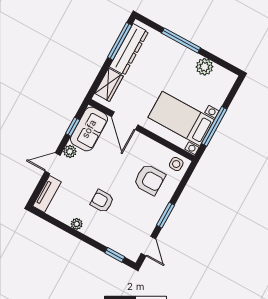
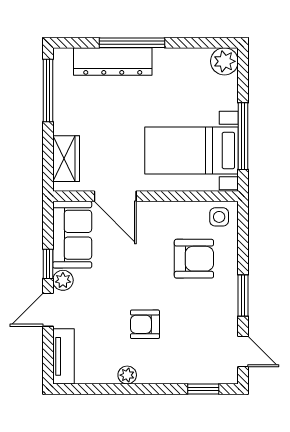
dresser: (129, 49) -> (113, 62), moved, turned 90
plant: (204, 67) -> (224, 61), moved
window: (73, 127) -> (48, 264), moved

